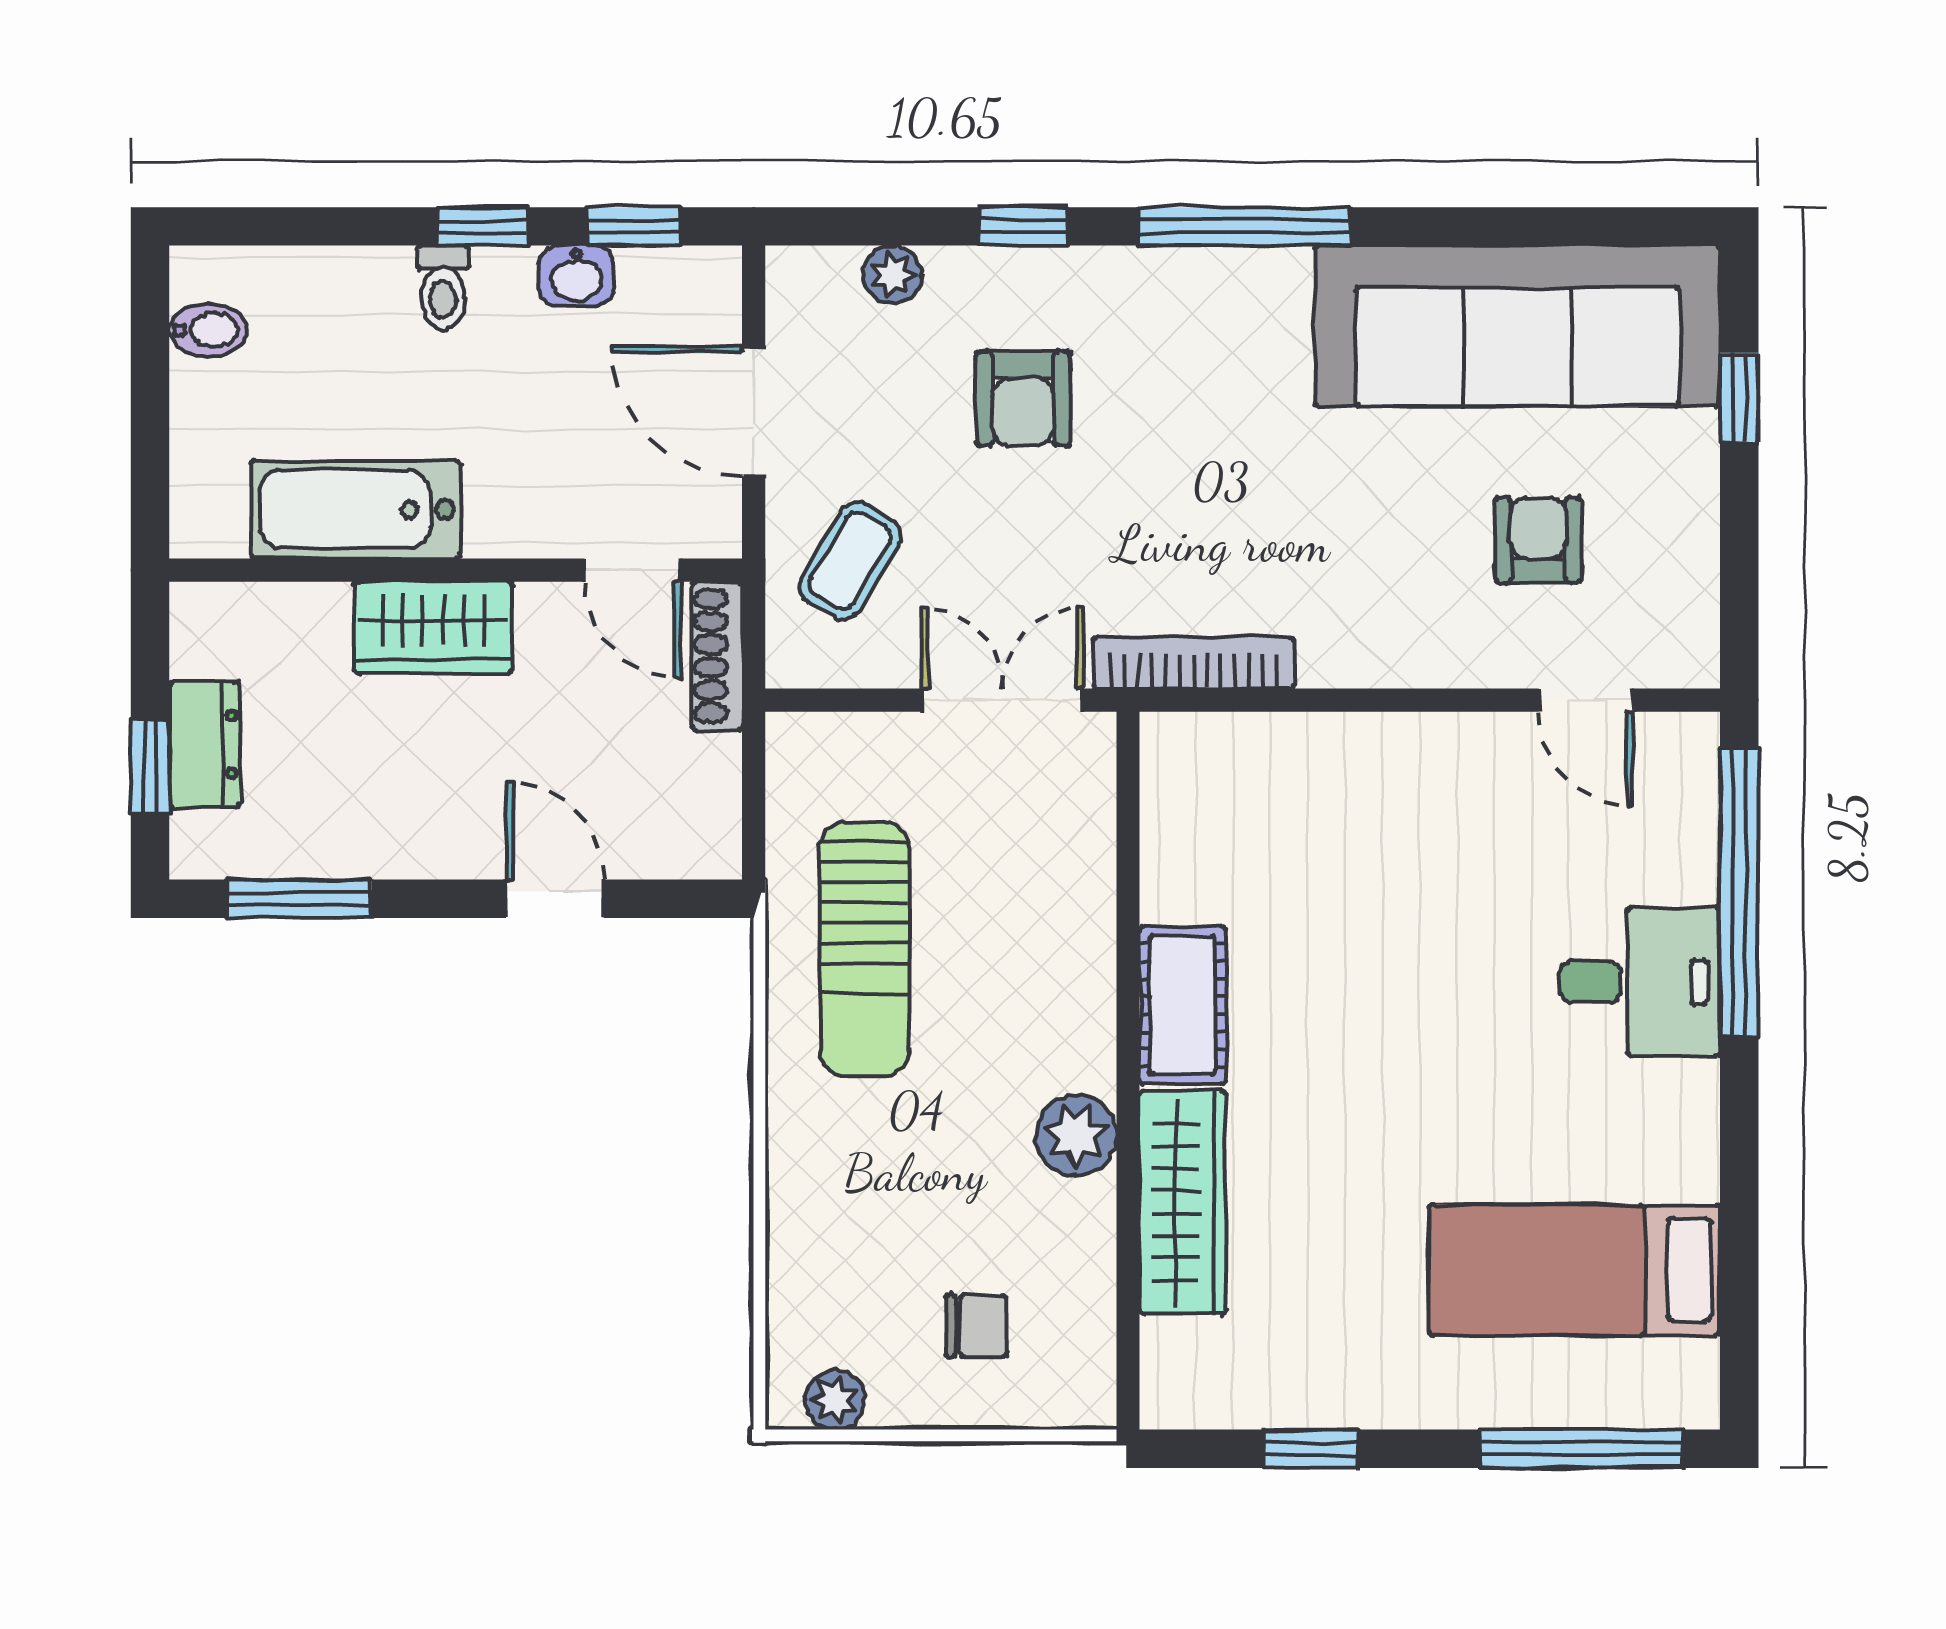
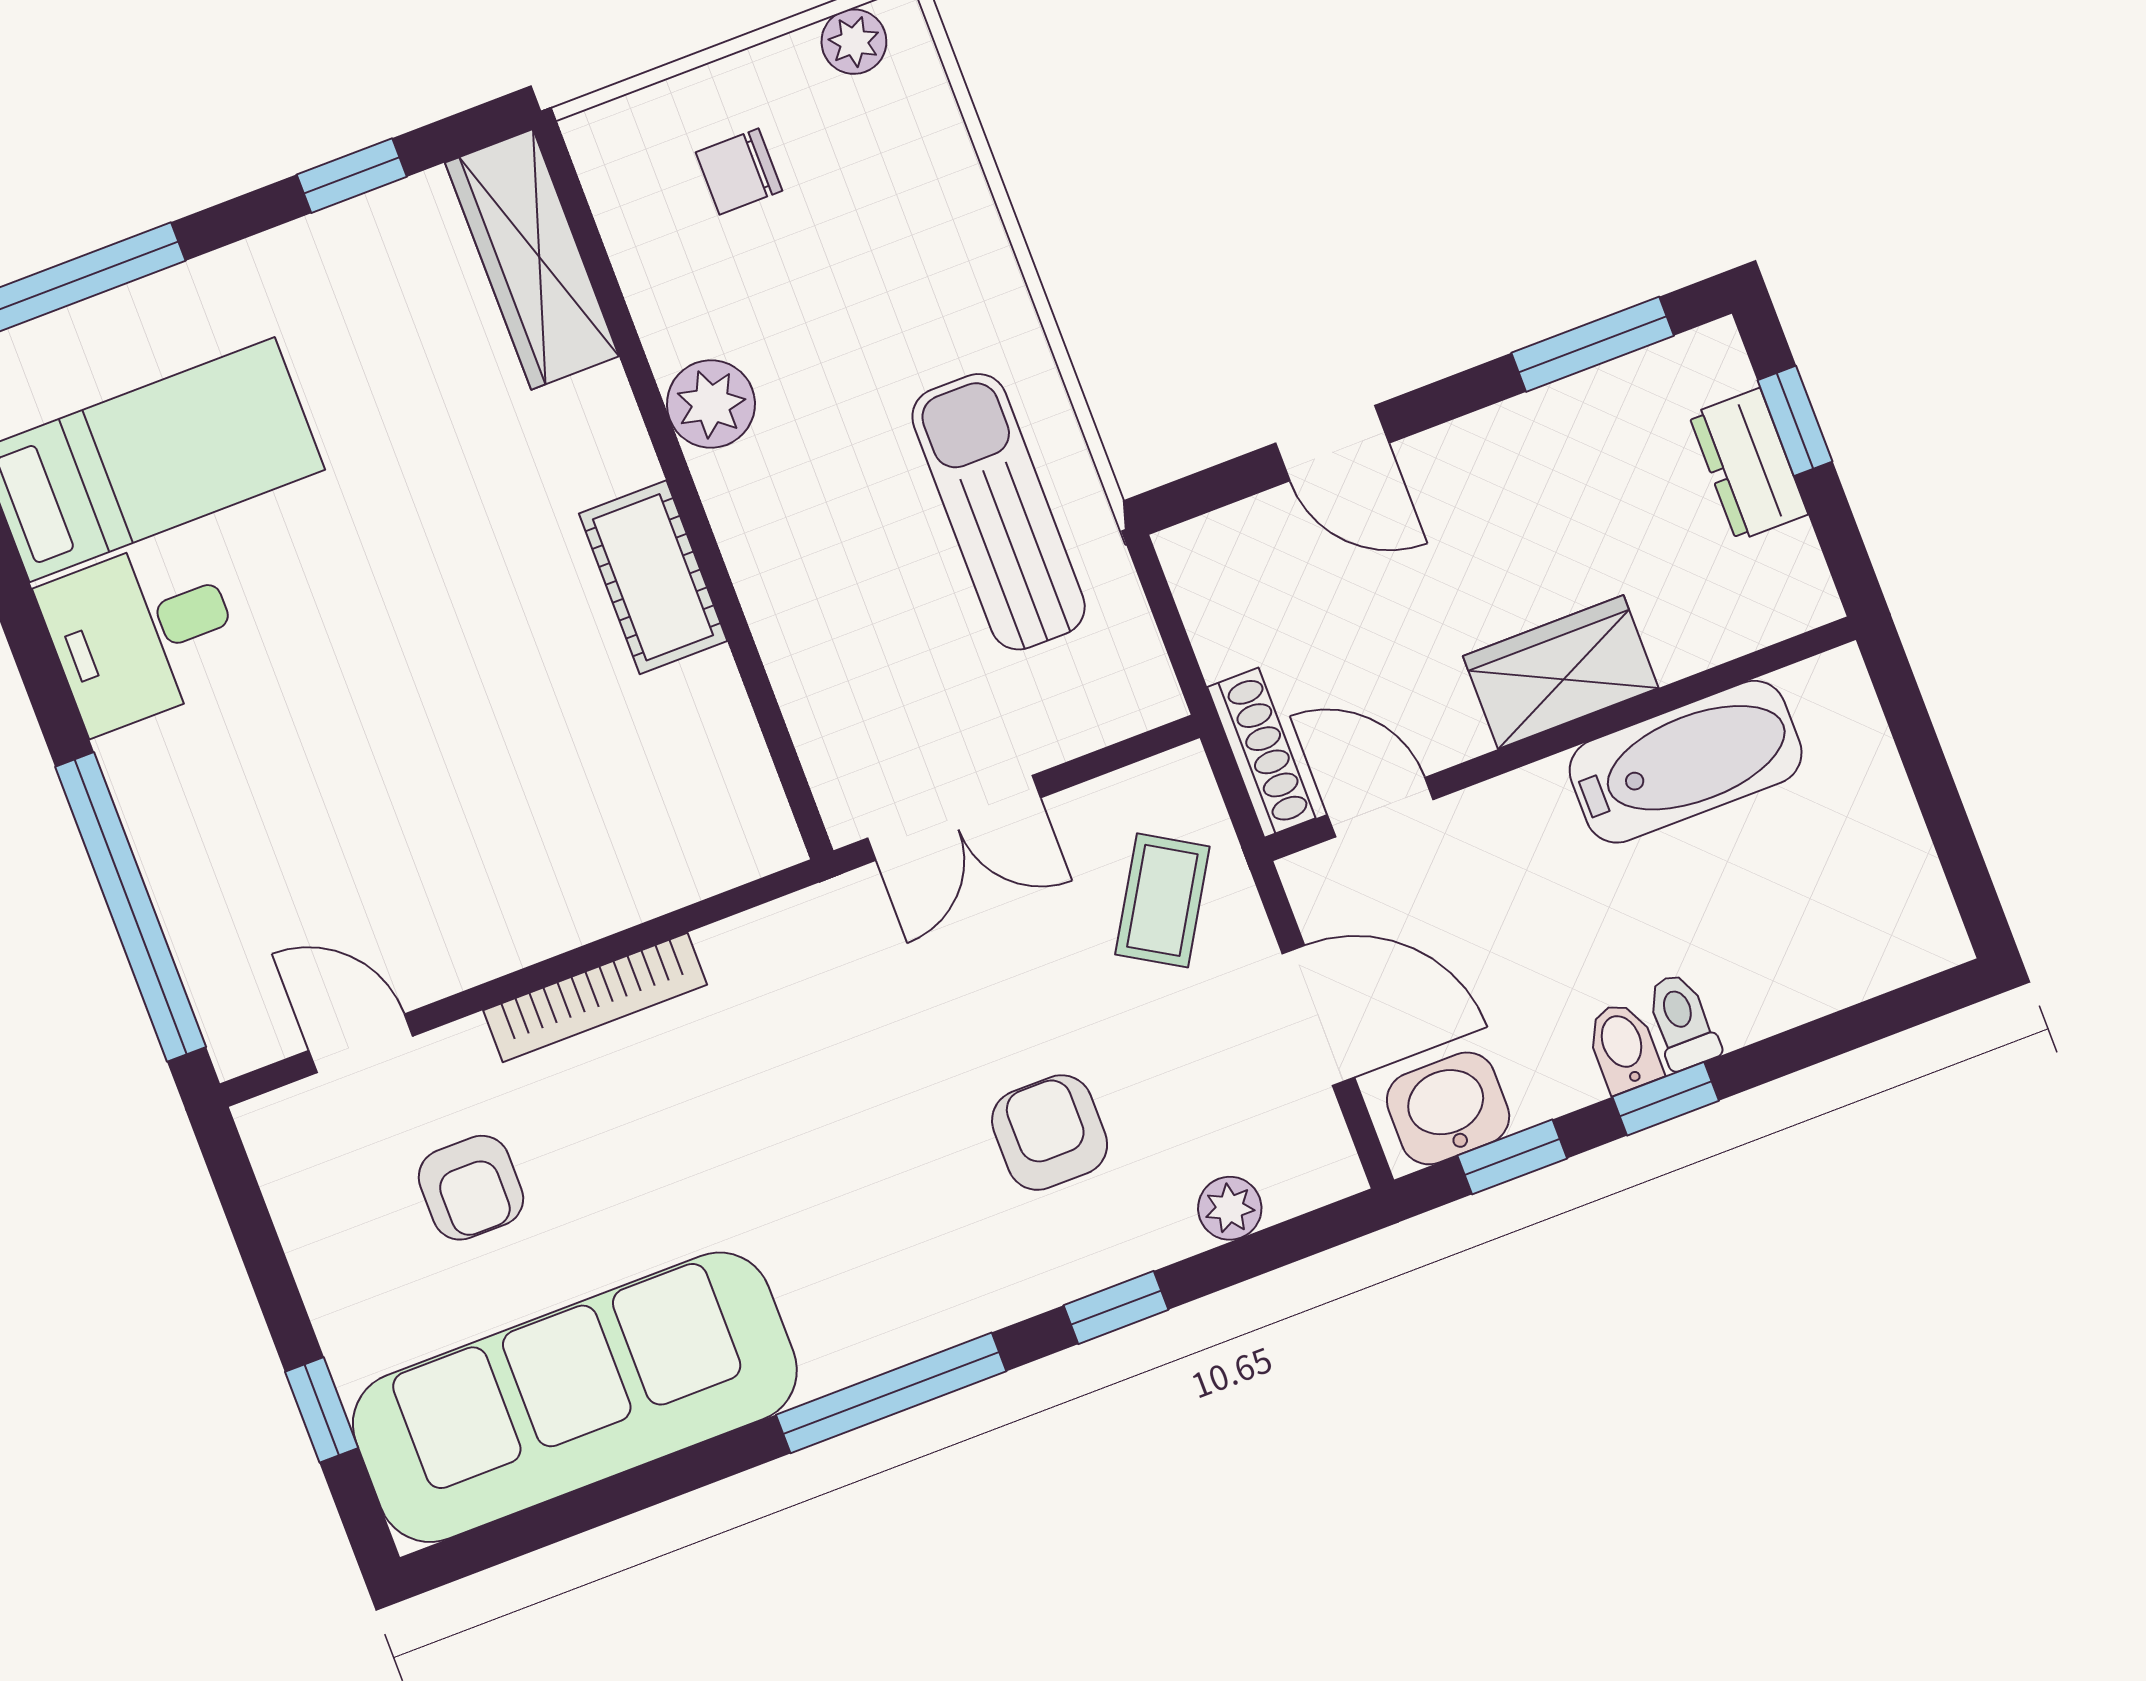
washbasin: (576, 276) -> (1448, 1108), moved, width x1.38, depth x1.45
bidet: (208, 330) -> (1624, 1047), moved, turned 90
bookcase: (1194, 663) -> (595, 997), moved
desk: (1640, 982) -> (142, 633), moved
wardrobe: (1183, 1202) -> (532, 259), moved

